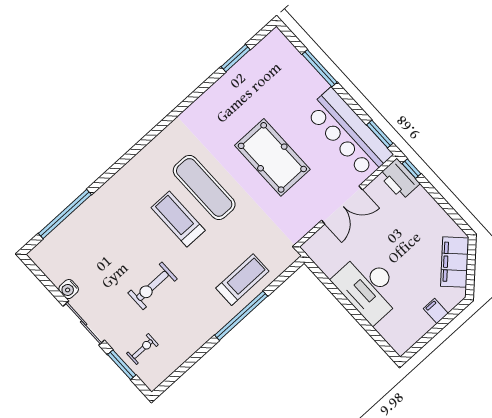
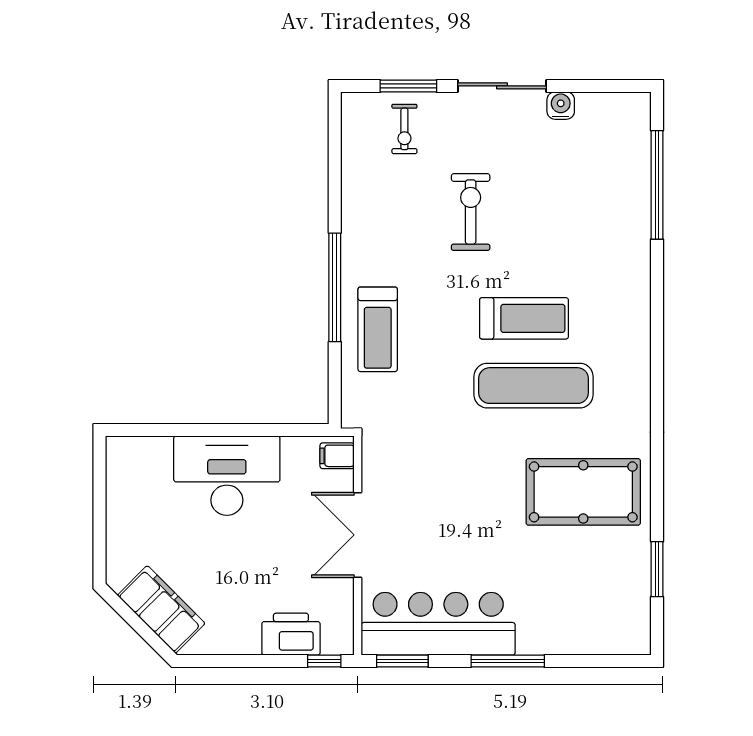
window: (320, 68) -> (508, 661), moved
pool table: (272, 157) -> (583, 492), moved
printer: (399, 179) -> (291, 634), moved
filing cabinet: (436, 311) -> (337, 456), moved, turned 180

